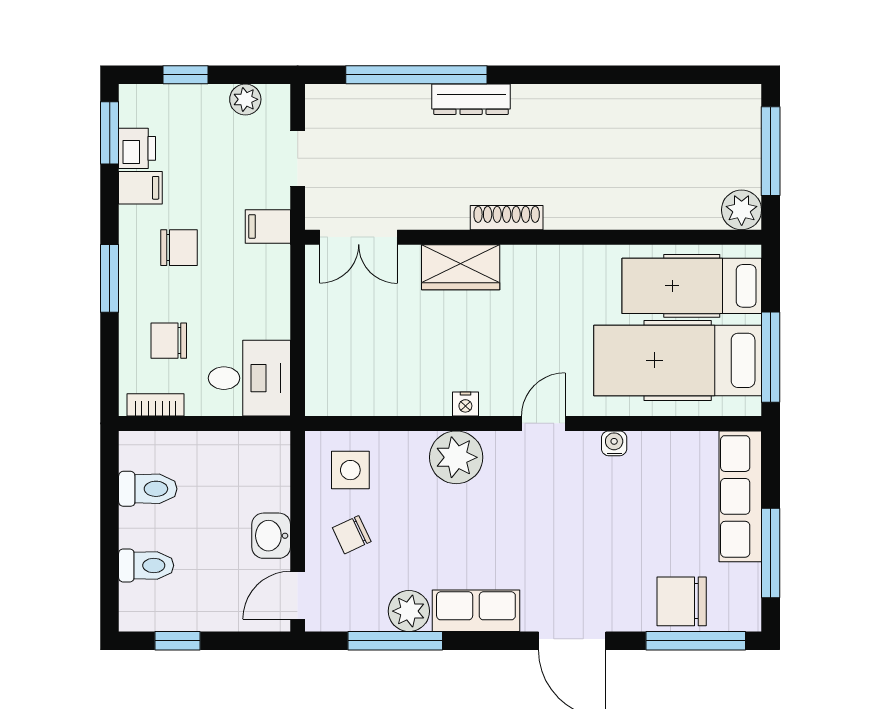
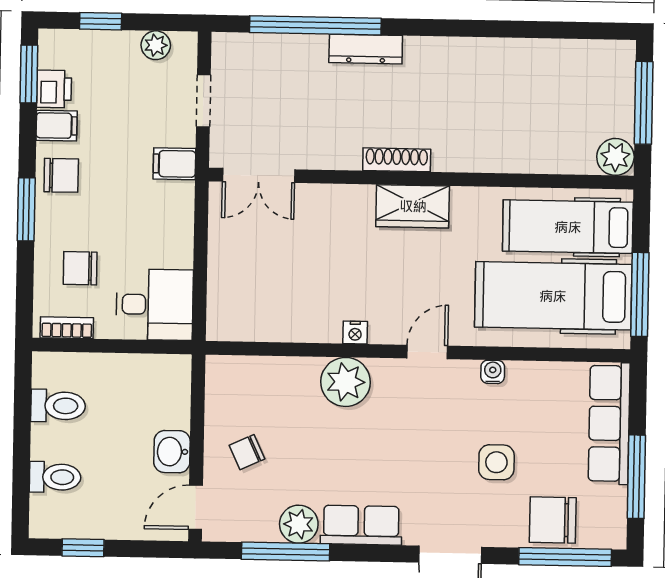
chair: (179, 248) -> (61, 175), moved
wardrobe: (461, 267) -> (413, 206), moved
side table: (350, 470) -> (496, 462), moved

